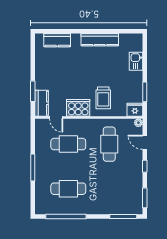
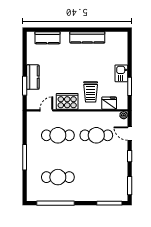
kitchen sink: (136, 61) -> (121, 73), moved
kitchen counter: (42, 103) -> (33, 77), moved
fridge: (135, 110) -> (109, 103), moved
door: (56, 117) -> (46, 110), swing flipped
cafe table: (109, 144) -> (96, 135), turned 90

